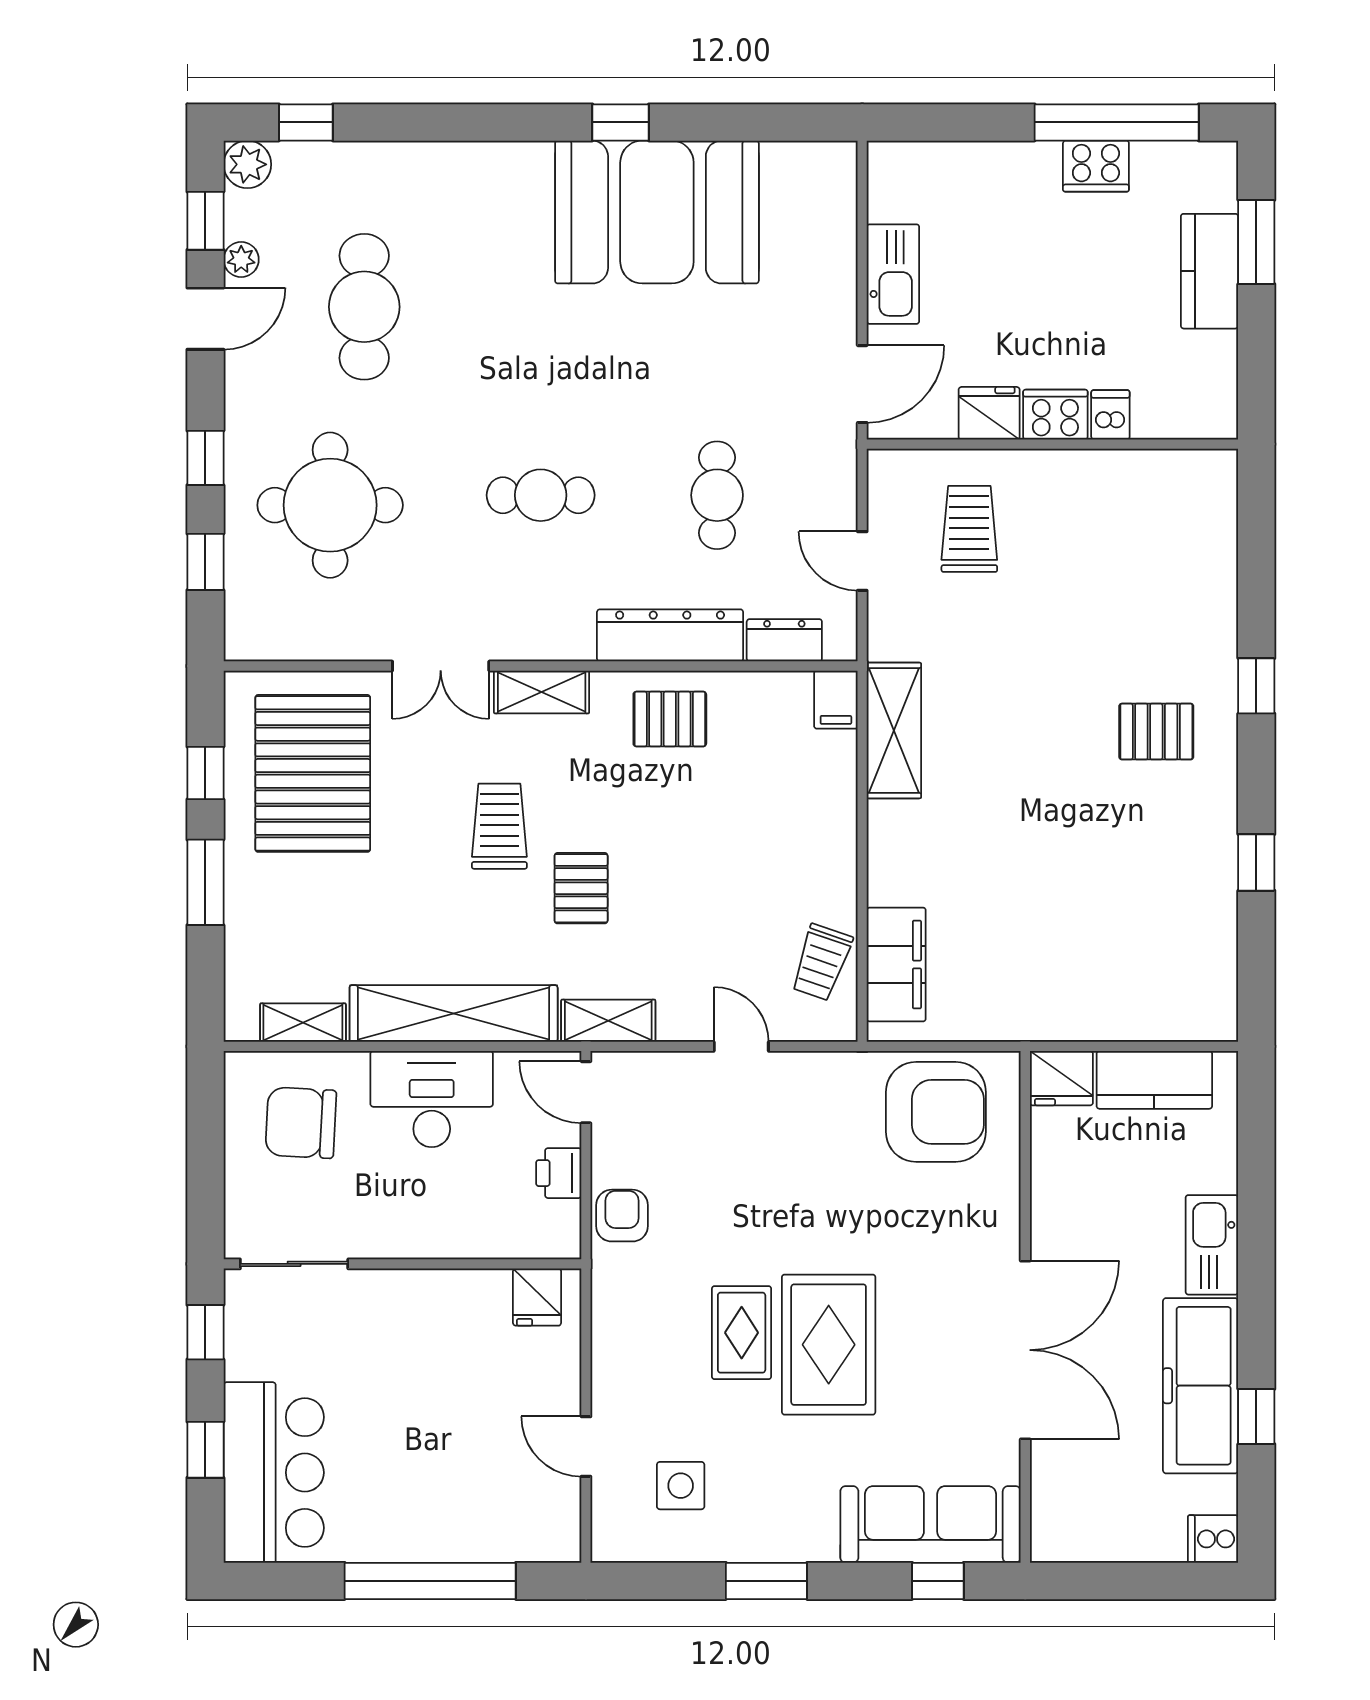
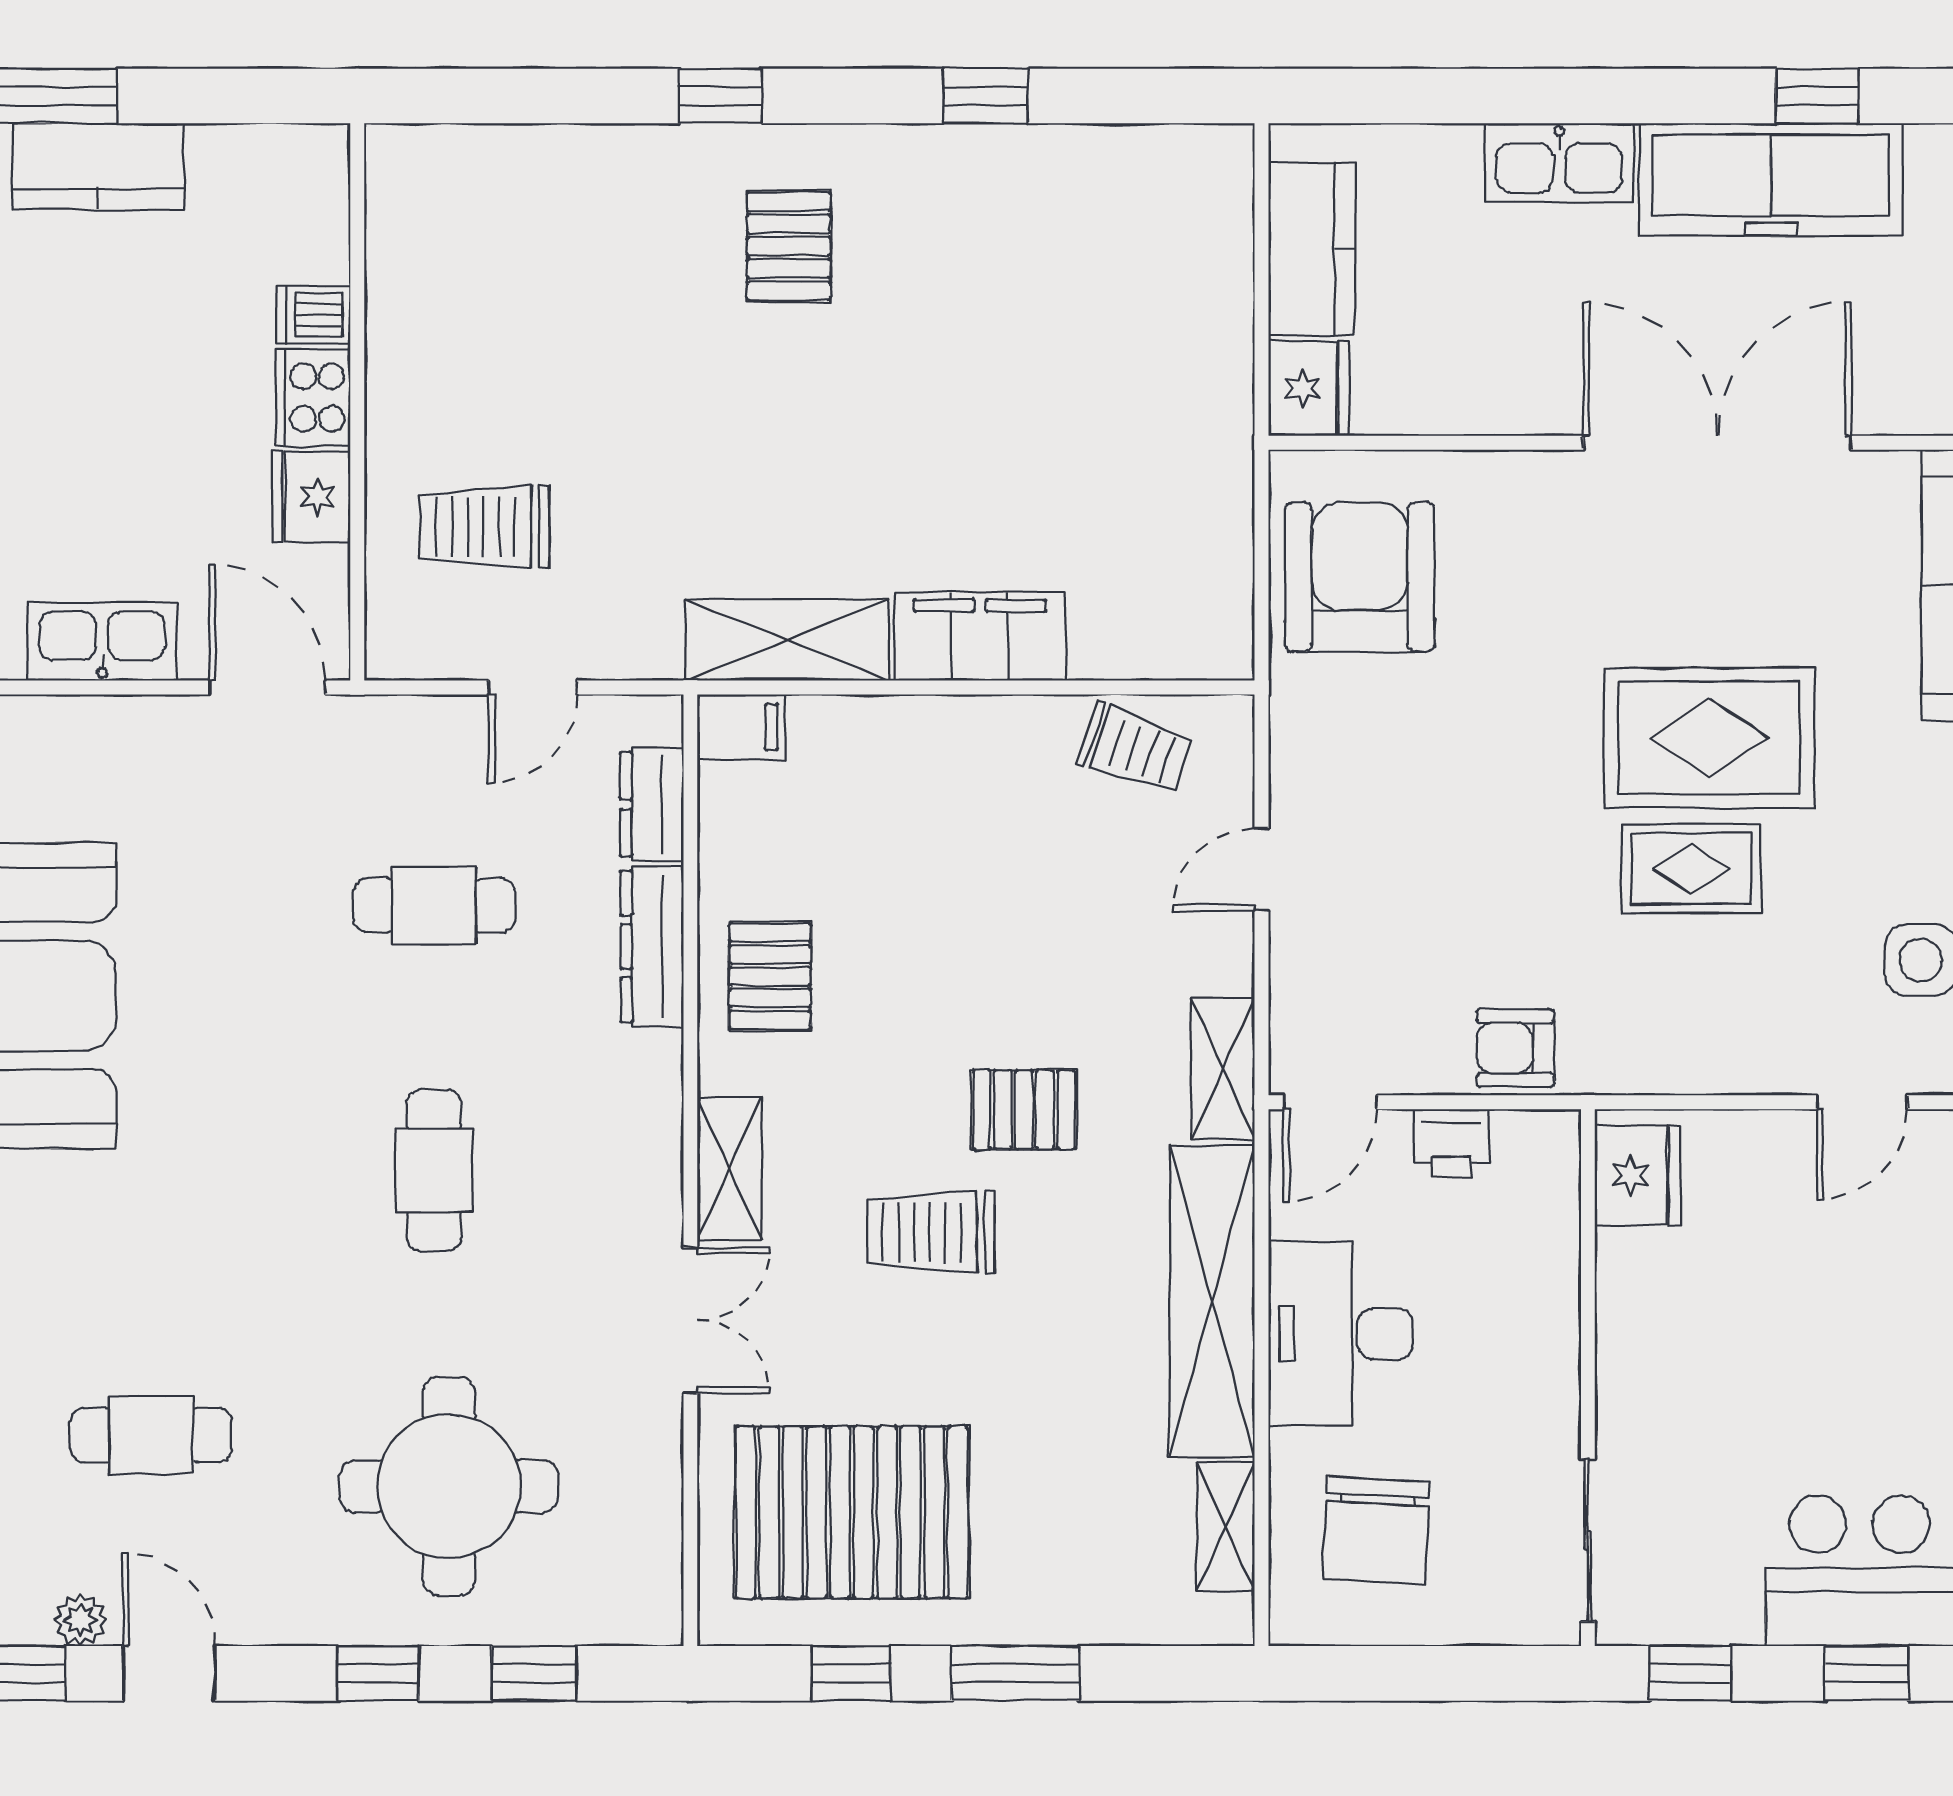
cafe table: (364, 307) -> (151, 1435), width x0.73, depth x0.74
dresser: (670, 635) -> (652, 947), width x0.73, depth x0.80
filing cabinet: (896, 965) -> (980, 636), moved
fridge: (537, 1297) -> (1638, 1176), width x1.38

